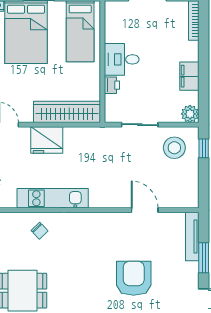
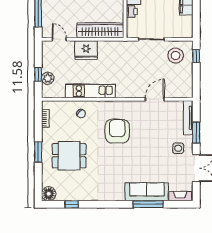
plant: (190, 114) -> (187, 32), removed
door: (145, 210) -> (155, 99), hinge flipped
armchair: (134, 278) -> (117, 131), moved
side table: (178, 280) -> (178, 148), added

